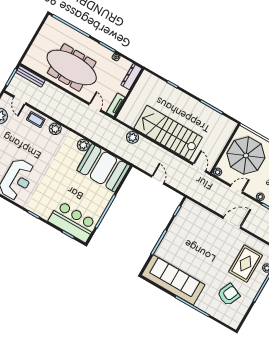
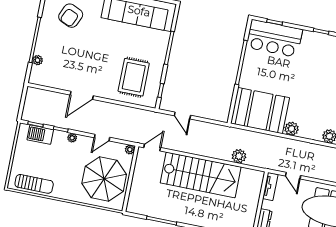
door: (199, 168) -> (152, 148), swing flipped
door: (158, 180) -> (182, 115), moved
door: (232, 223) -> (82, 95), moved
rug: (246, 264) -> (134, 77), moved

